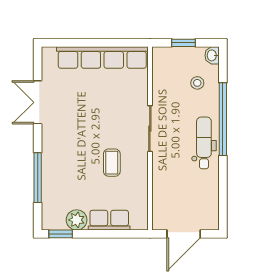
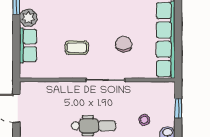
chair: (108, 107) -> (124, 44), added

